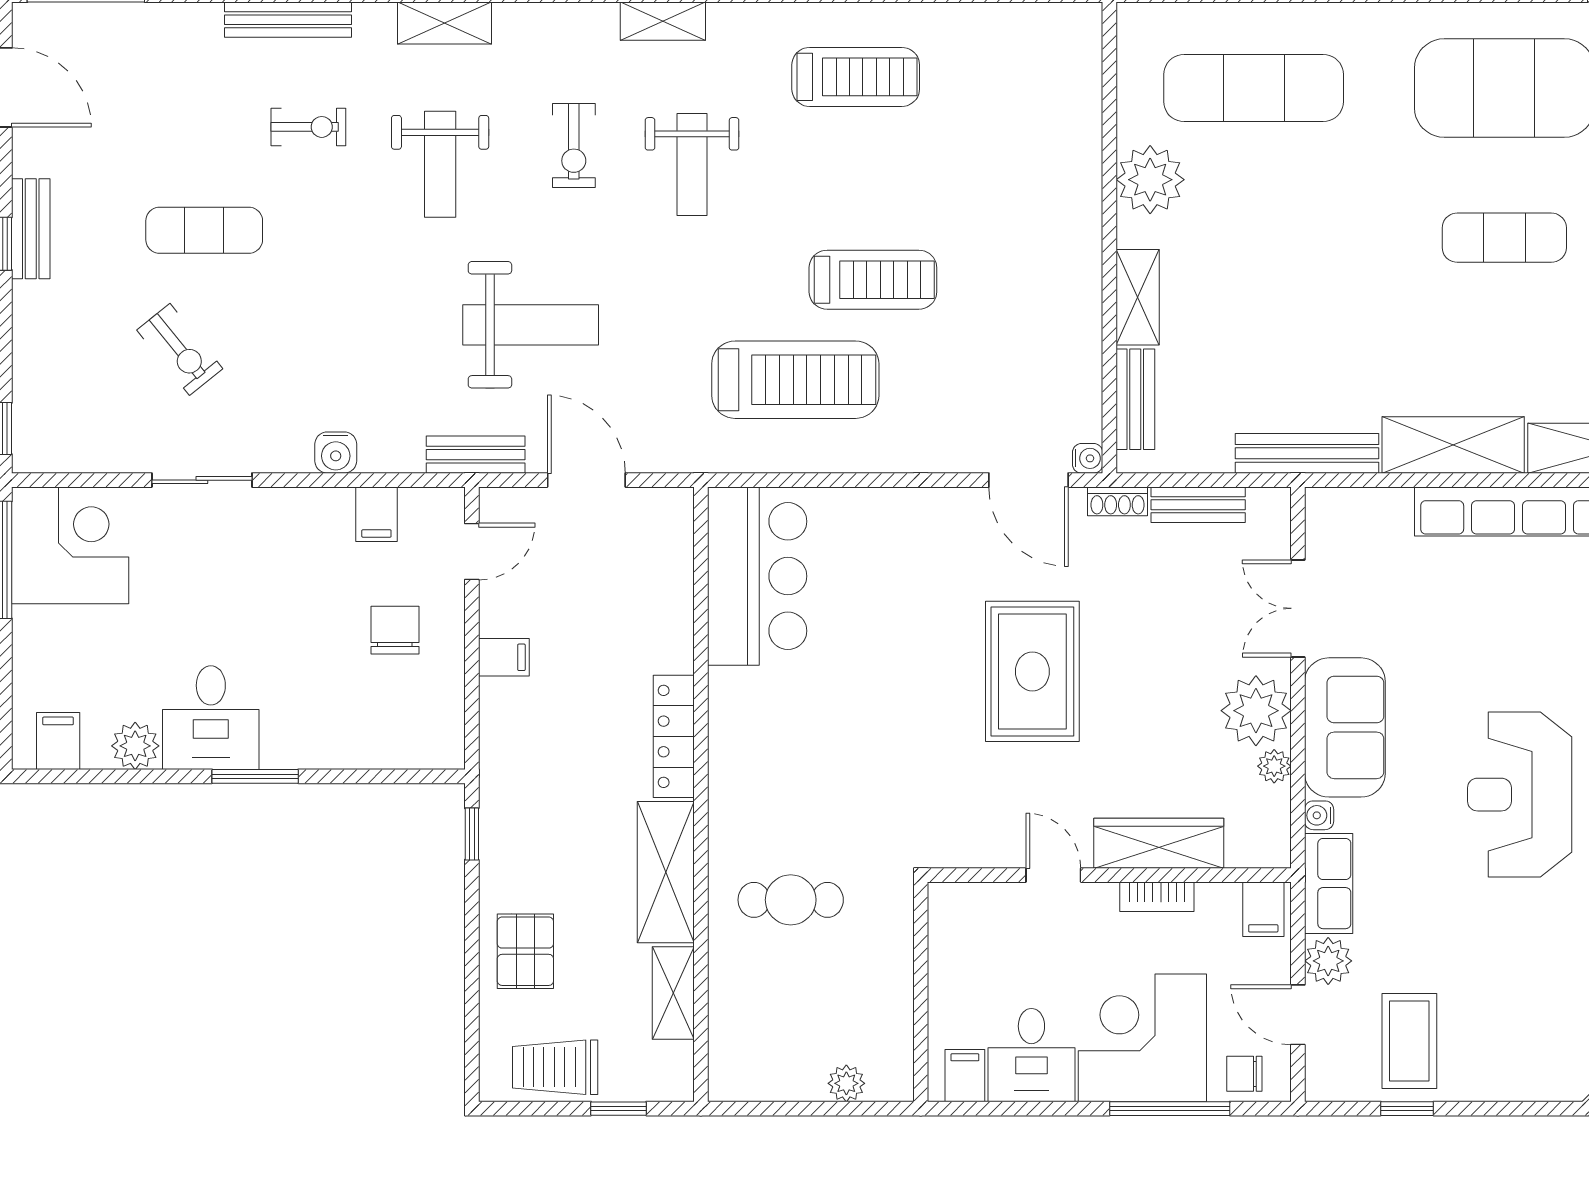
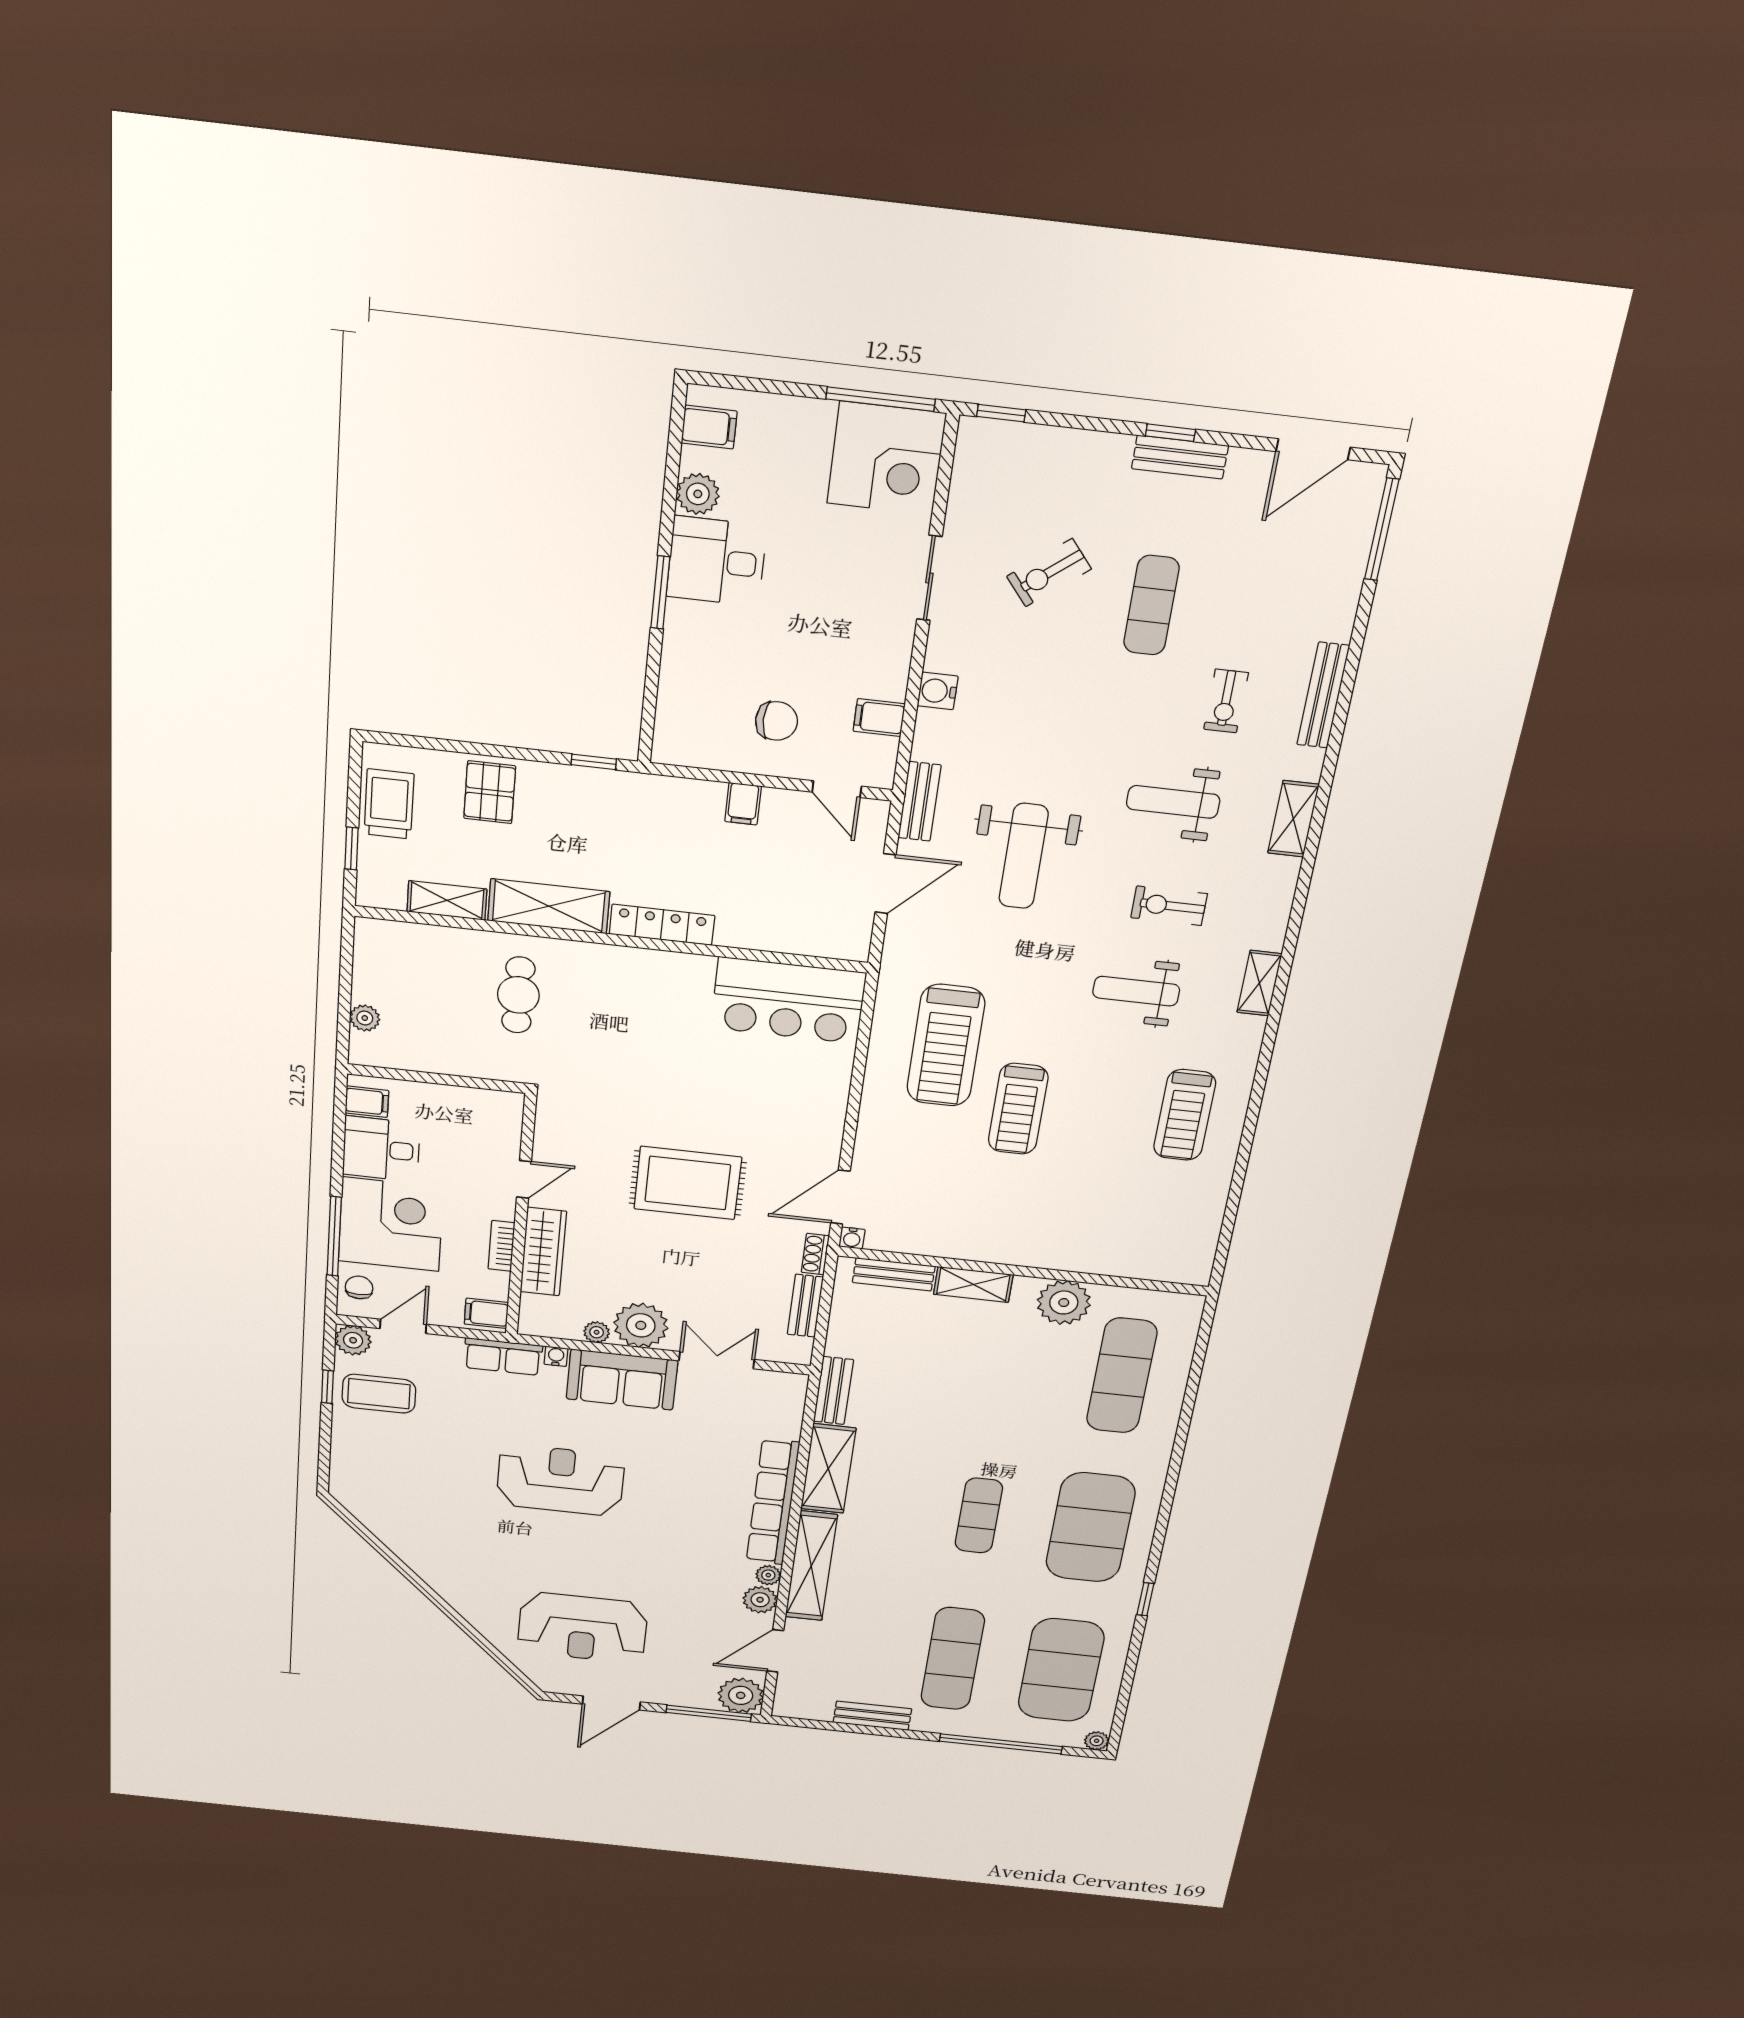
bench: (1307, 453) -> (833, 1391), width x0.73
pallet: (525, 951) -> (490, 792), turned 90
plant: (1328, 961) -> (353, 1340), moved

